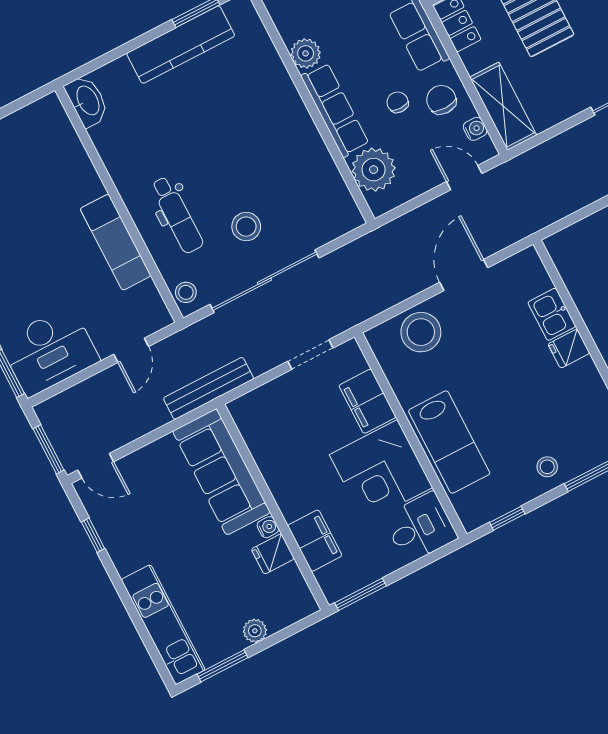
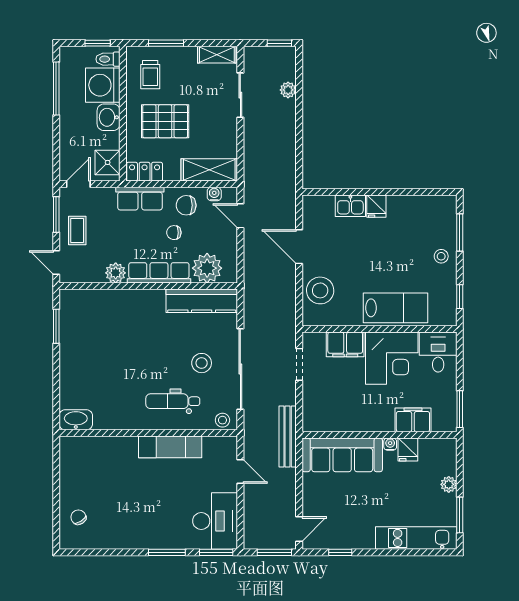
kitchen counter: (181, 45) -> (202, 301), moved, turned 90
door: (464, 178) -> (240, 216), hinge flipped
dental chair: (177, 215) -> (173, 401), turned 180

